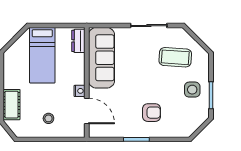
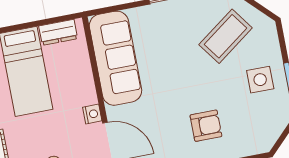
dresser: (78, 41) -> (58, 32), moved, turned -90
coffee table: (175, 57) -> (226, 36), turned -40

